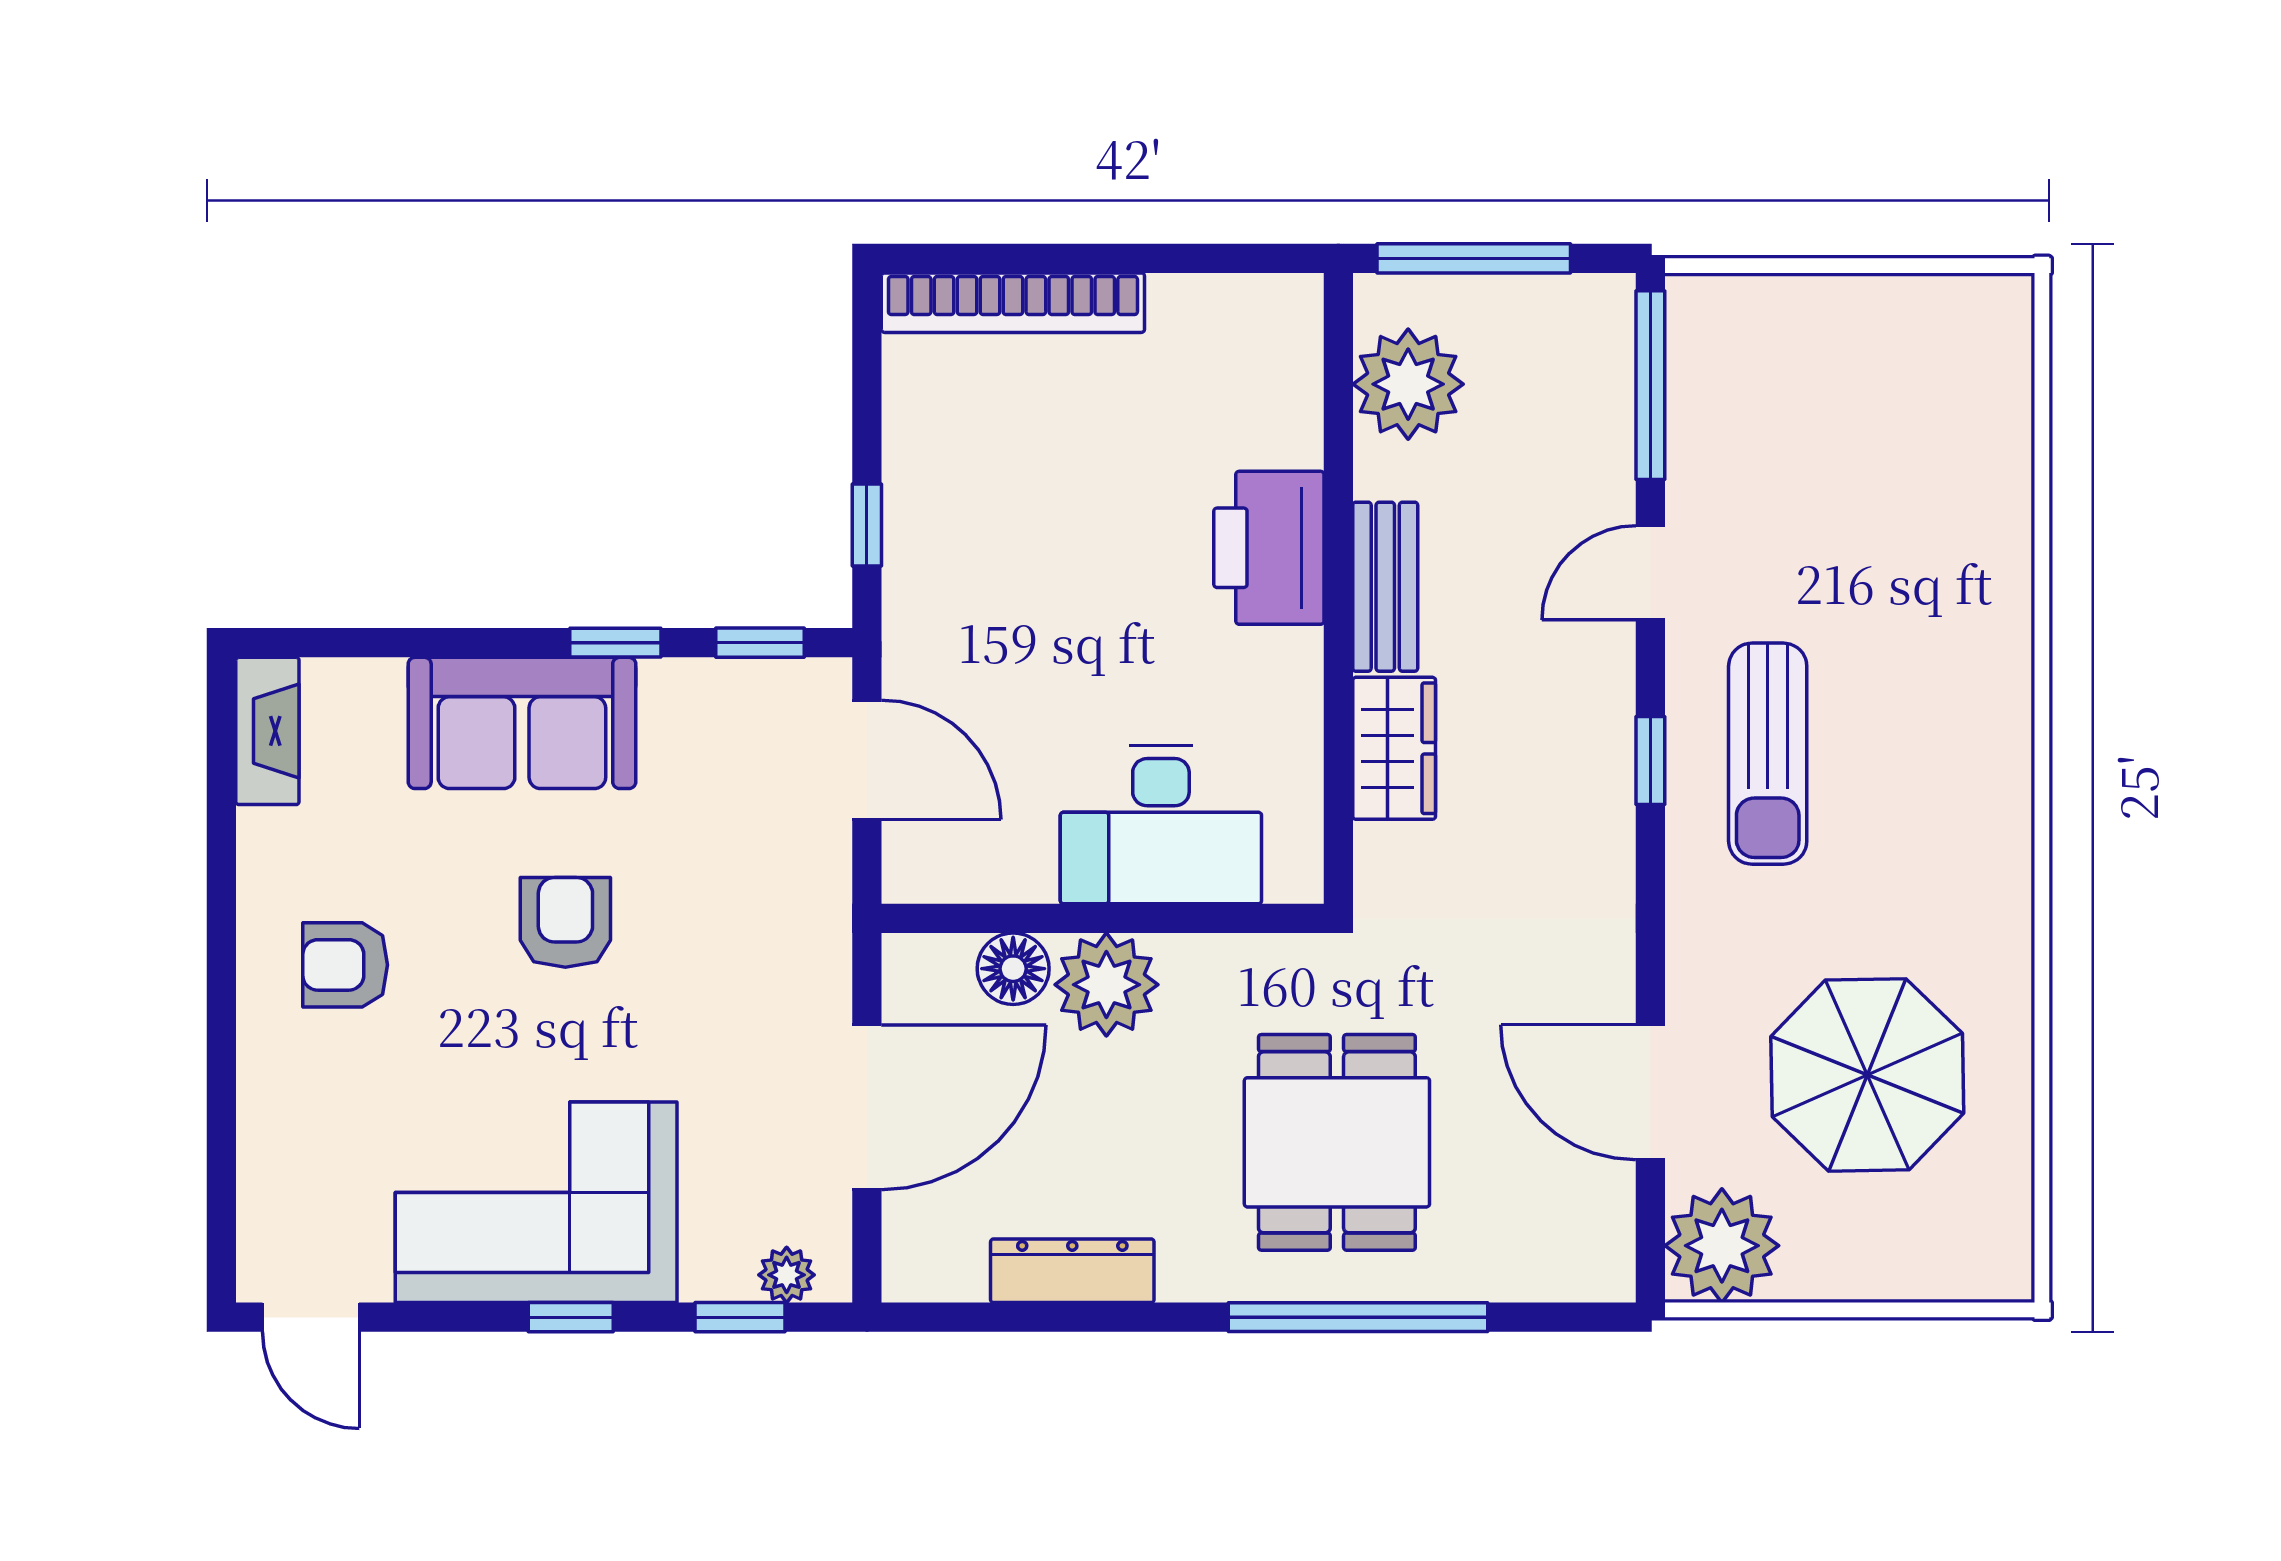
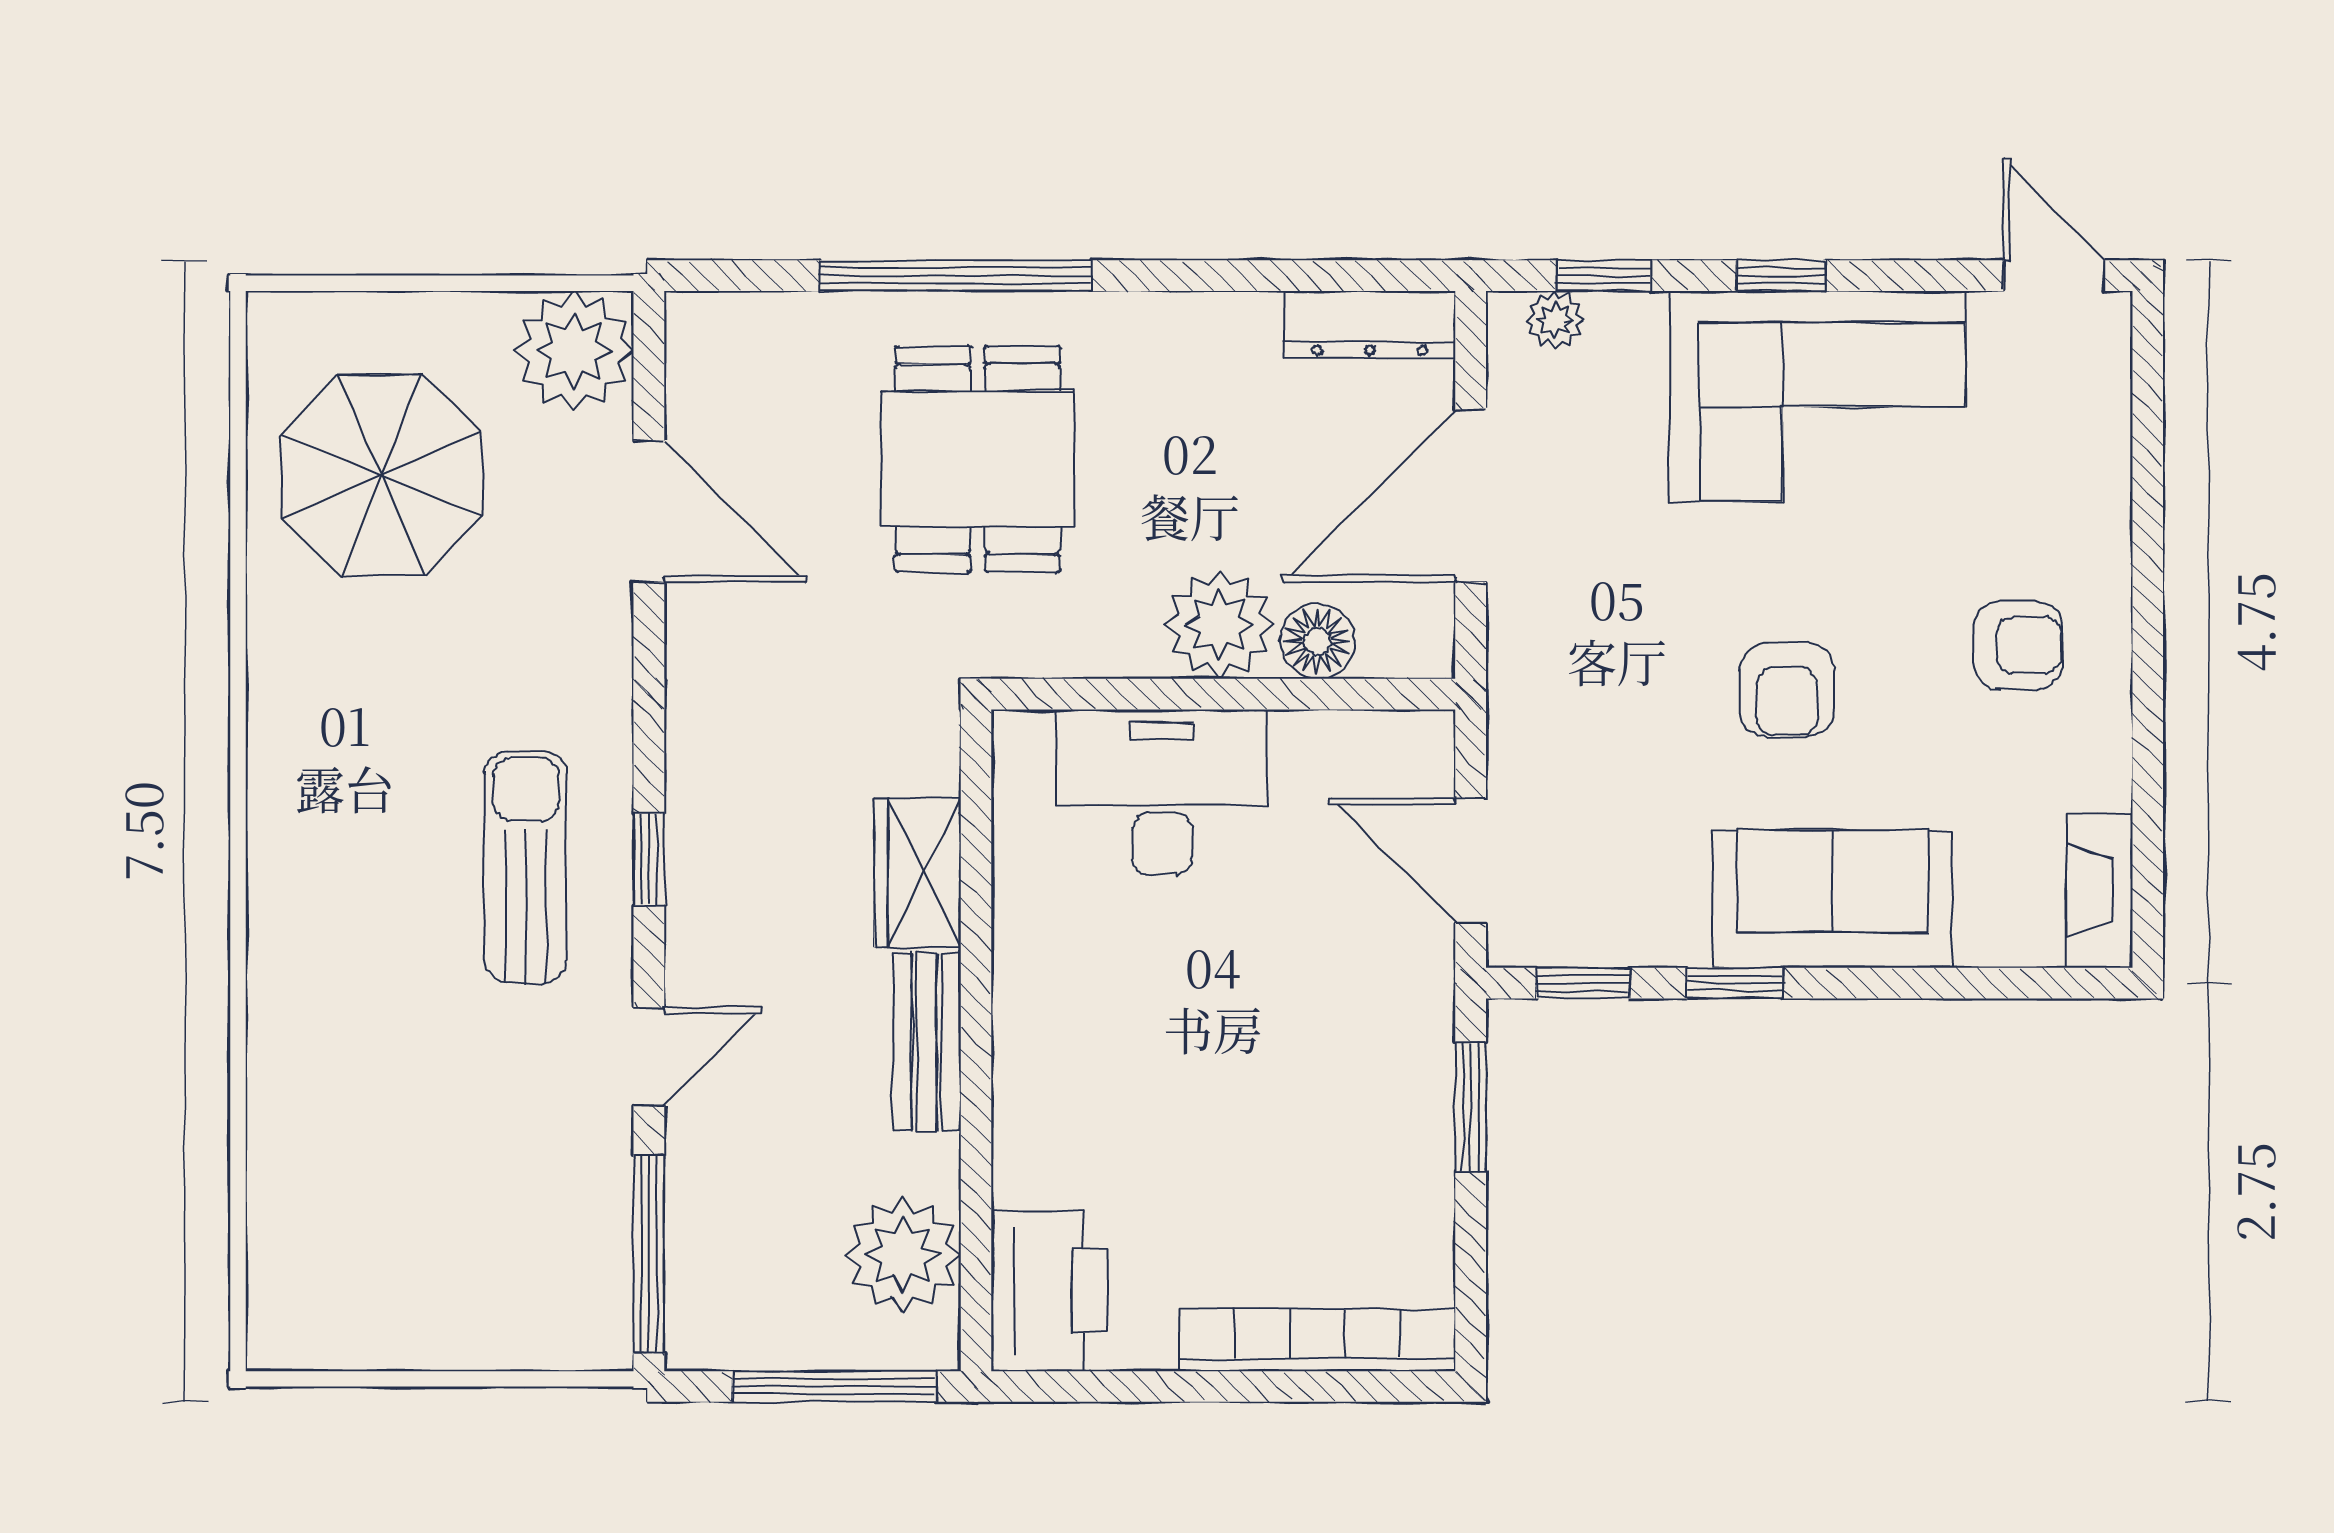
window: (867, 525) -> (1471, 1107), width x1.50
printer: (1269, 548) -> (1049, 1291), moved
parasol: (1867, 1075) -> (382, 475), moved
dresser: (1072, 1271) -> (1370, 324), moved

